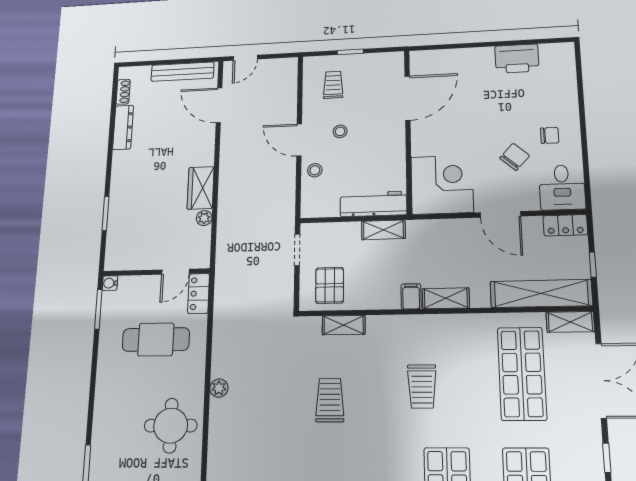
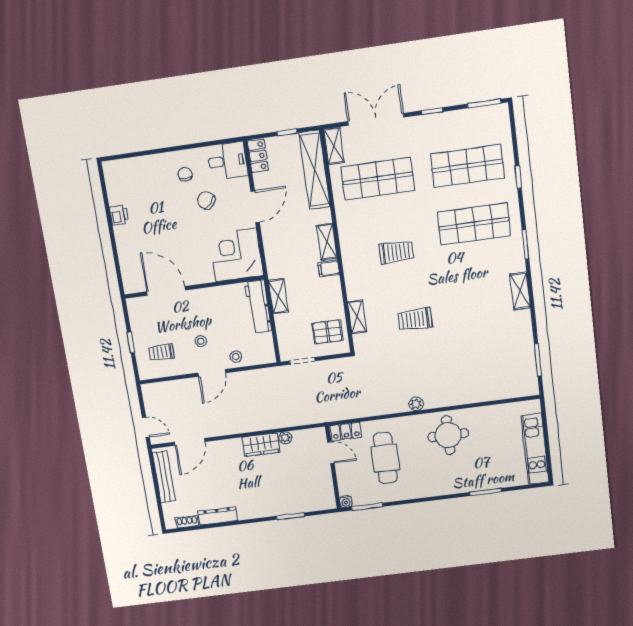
printer: (517, 59) -> (119, 215), width x0.53, depth x0.68

